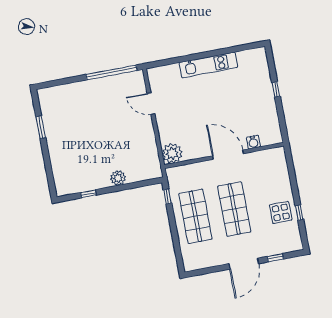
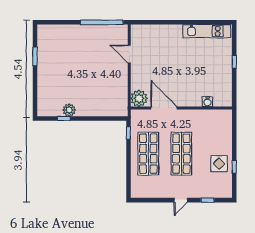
kitchen unit: (208, 65) -> (207, 31), moved
door: (228, 155) -> (164, 108), moved
plant: (118, 178) -> (69, 110), moved
door: (244, 264) -> (181, 200), width x0.53

